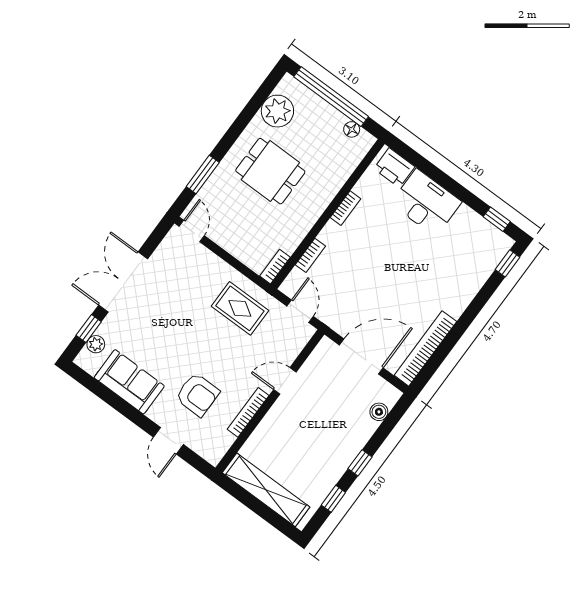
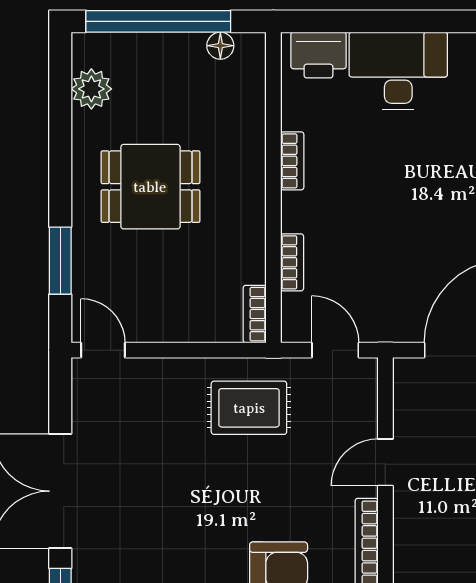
plant: (277, 111) -> (91, 89), width x0.73, depth x0.73

